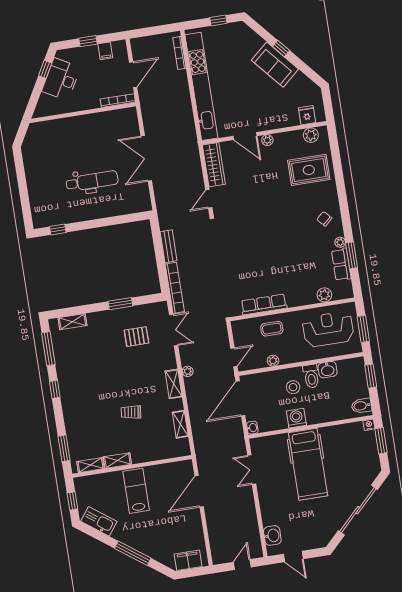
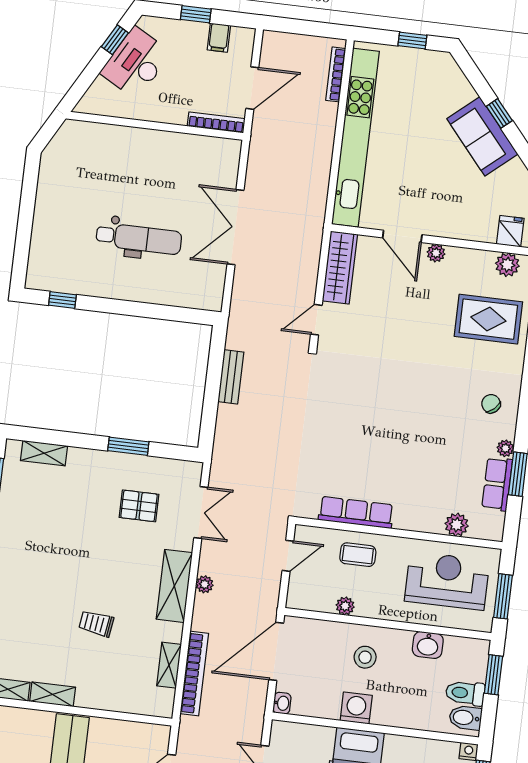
bookcase: (175, 288) -> (194, 674), moved
door: (234, 357) -> (288, 556), moved
toilet: (311, 376) -> (465, 693), moved, turned 90
shelving: (174, 384) -> (174, 586), width x1.50, depth x1.33

